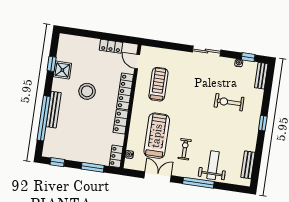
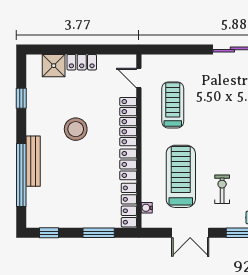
locker: (111, 46) -> (82, 62), moved
shower: (62, 70) -> (54, 66), moved
locker: (116, 156) -> (129, 205), width x1.53
double door: (158, 177) -> (190, 233), swing flipped

